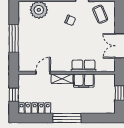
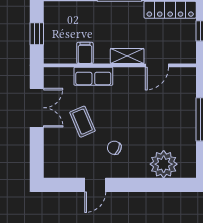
coffee table: (100, 14) -> (82, 122), moved
filing cabinet: (84, 81) -> (85, 53), width x0.50

